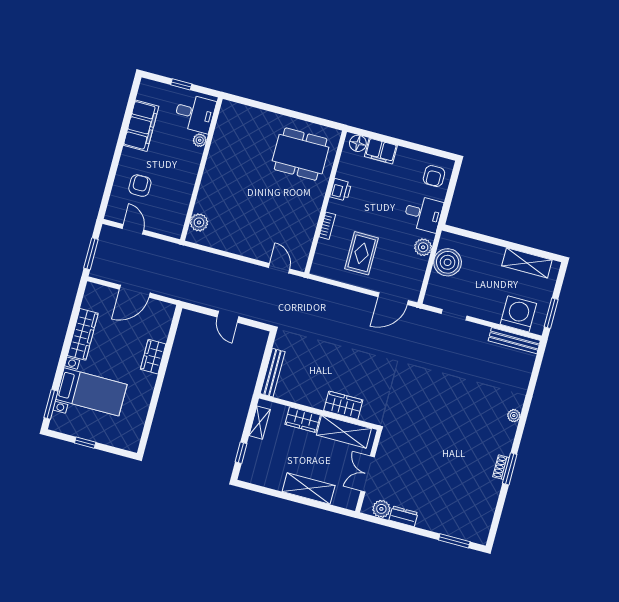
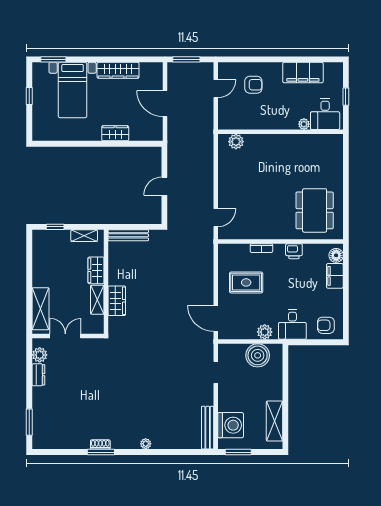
shelving: (344, 432) -> (97, 300), width x0.67, depth x0.75
shelving: (309, 488) -> (41, 309), moved

